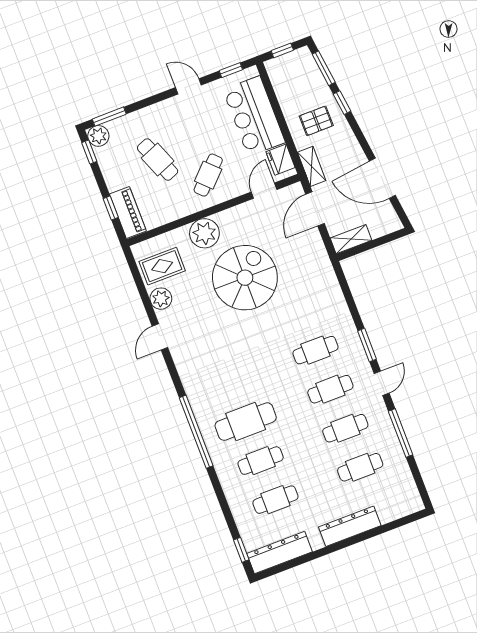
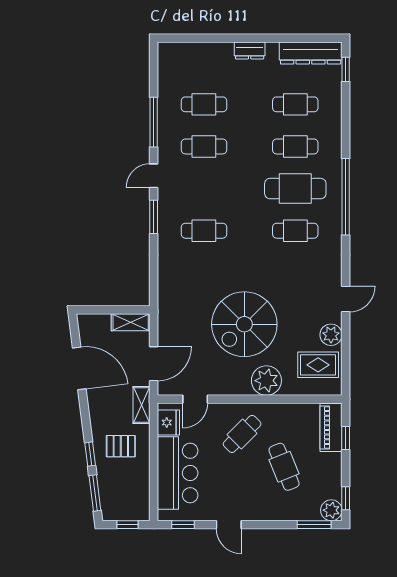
cafe table: (330, 389) -> (295, 231), moved
dresser: (350, 526) -> (250, 51), width x0.51, depth x0.80

